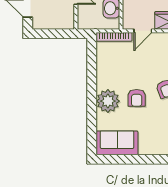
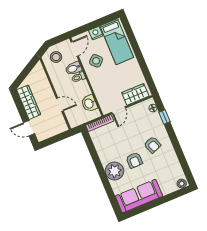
sofa: (117, 143) -> (139, 196), width x1.36

